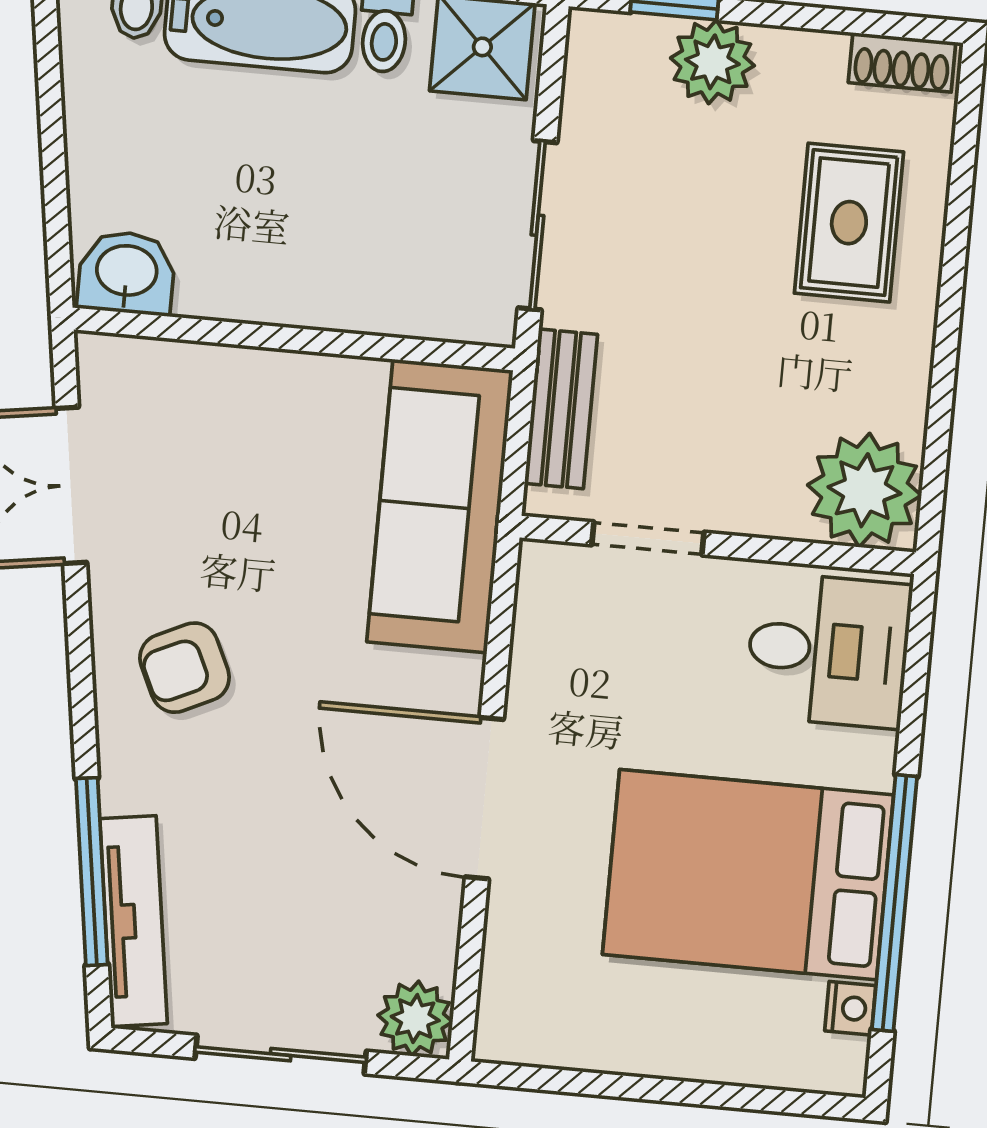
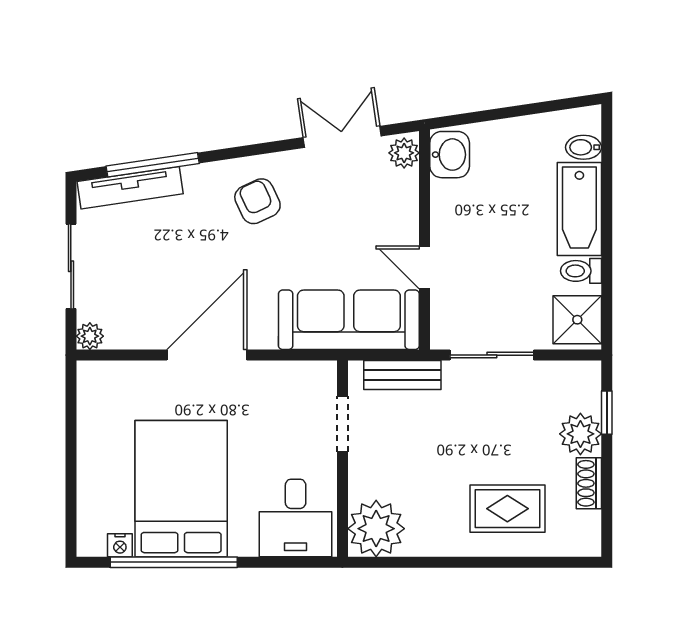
shoe rack: (902, 62) -> (589, 483), moved
door: (349, 344) -> (425, 267), added
plant: (115, 364) -> (404, 153), added
plant: (415, 1019) -> (90, 336), width x0.73, depth x0.73

